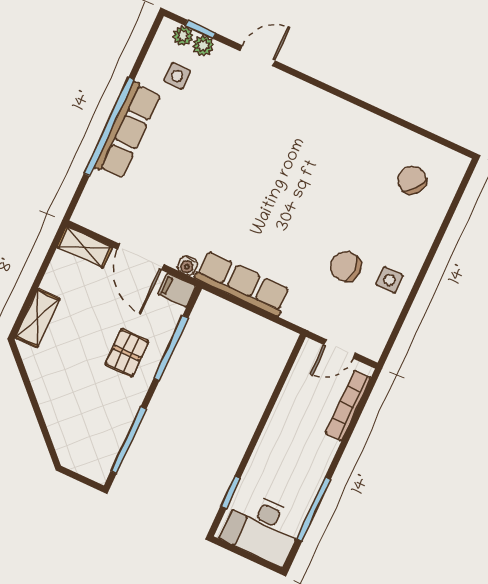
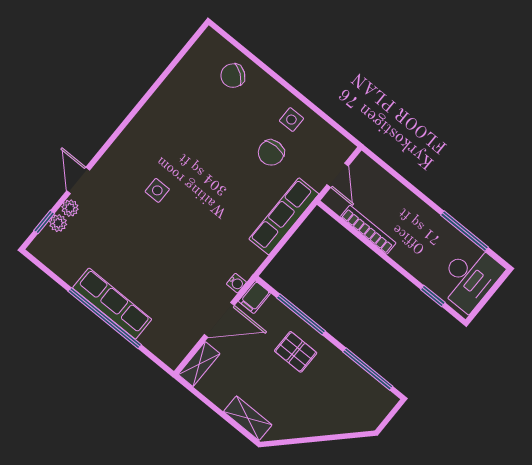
plant: (183, 36) -> (70, 208), moved
side table: (177, 76) -> (157, 190), moved
chair: (412, 180) -> (233, 76), moved
row of seats: (242, 284) -> (284, 216), moved
bookcase: (348, 406) -> (368, 230), moved, turned 180

